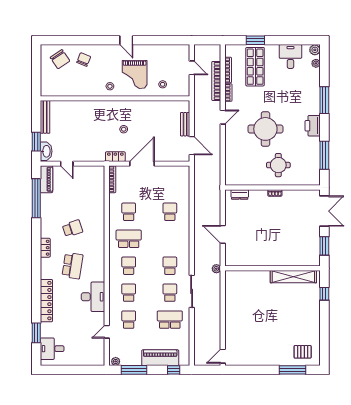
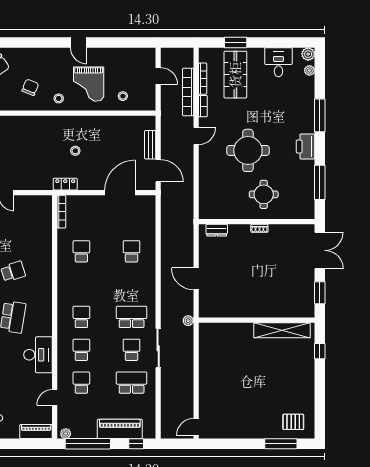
chair: (84, 59) -> (30, 87), moved
door: (142, 164) -> (120, 193), moved
school desk: (129, 239) -> (81, 284), removed
school desk: (170, 266) -> (132, 317), width x1.85
piano: (91, 360) -> (36, 432), added
window: (134, 370) -> (88, 444), width x1.46

